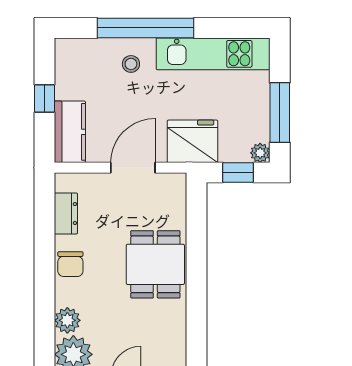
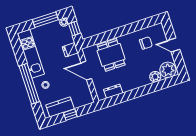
kitchen counter: (70, 132) -> (60, 107), moved
fridge: (193, 141) -> (70, 50), width x0.53, depth x0.75
chair: (70, 264) -> (146, 43), moved
dining table: (155, 264) -> (111, 55), moved, turned 90

